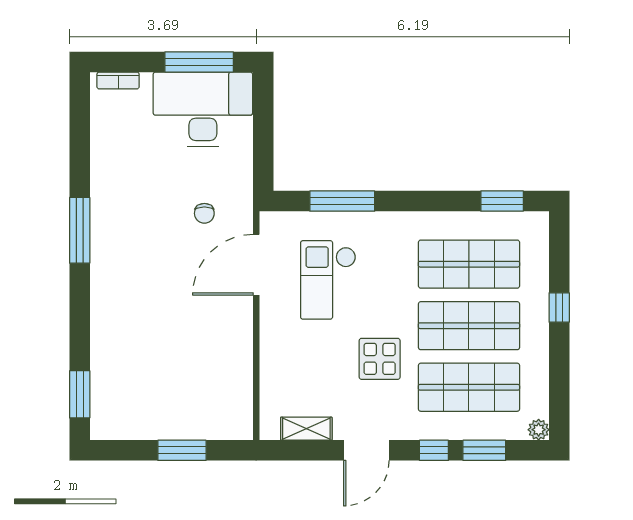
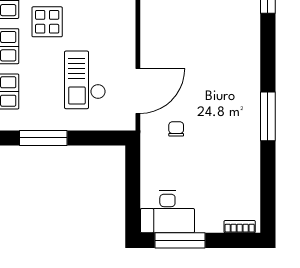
desk: (203, 109) -> (167, 212), width x0.73, depth x0.77
window: (342, 201) -> (43, 138), moved
checkout: (328, 280) -> (85, 80), turned 180

